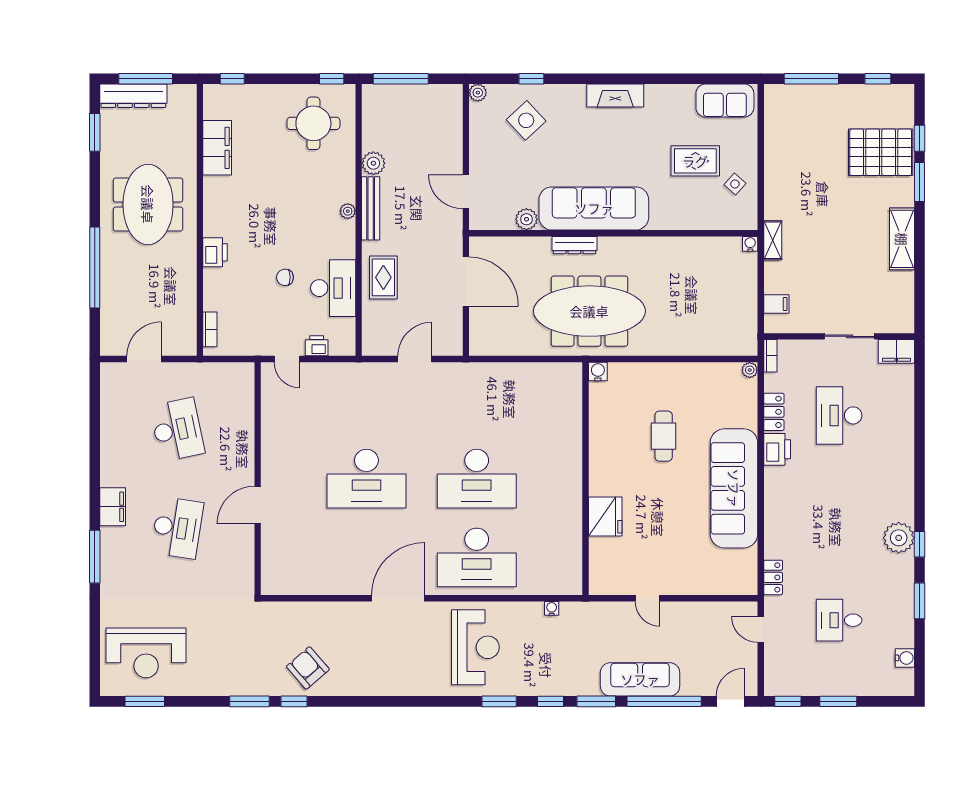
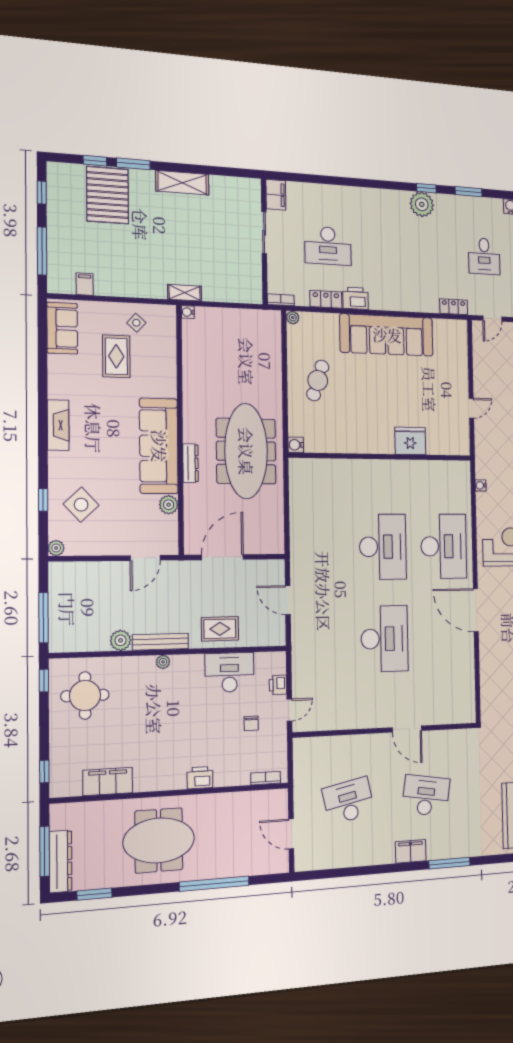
chair: (285, 277) -> (251, 723), moved
filing cabinet: (776, 304) -> (85, 284), moved
cafe table: (664, 436) -> (318, 380), moved, turned -72

